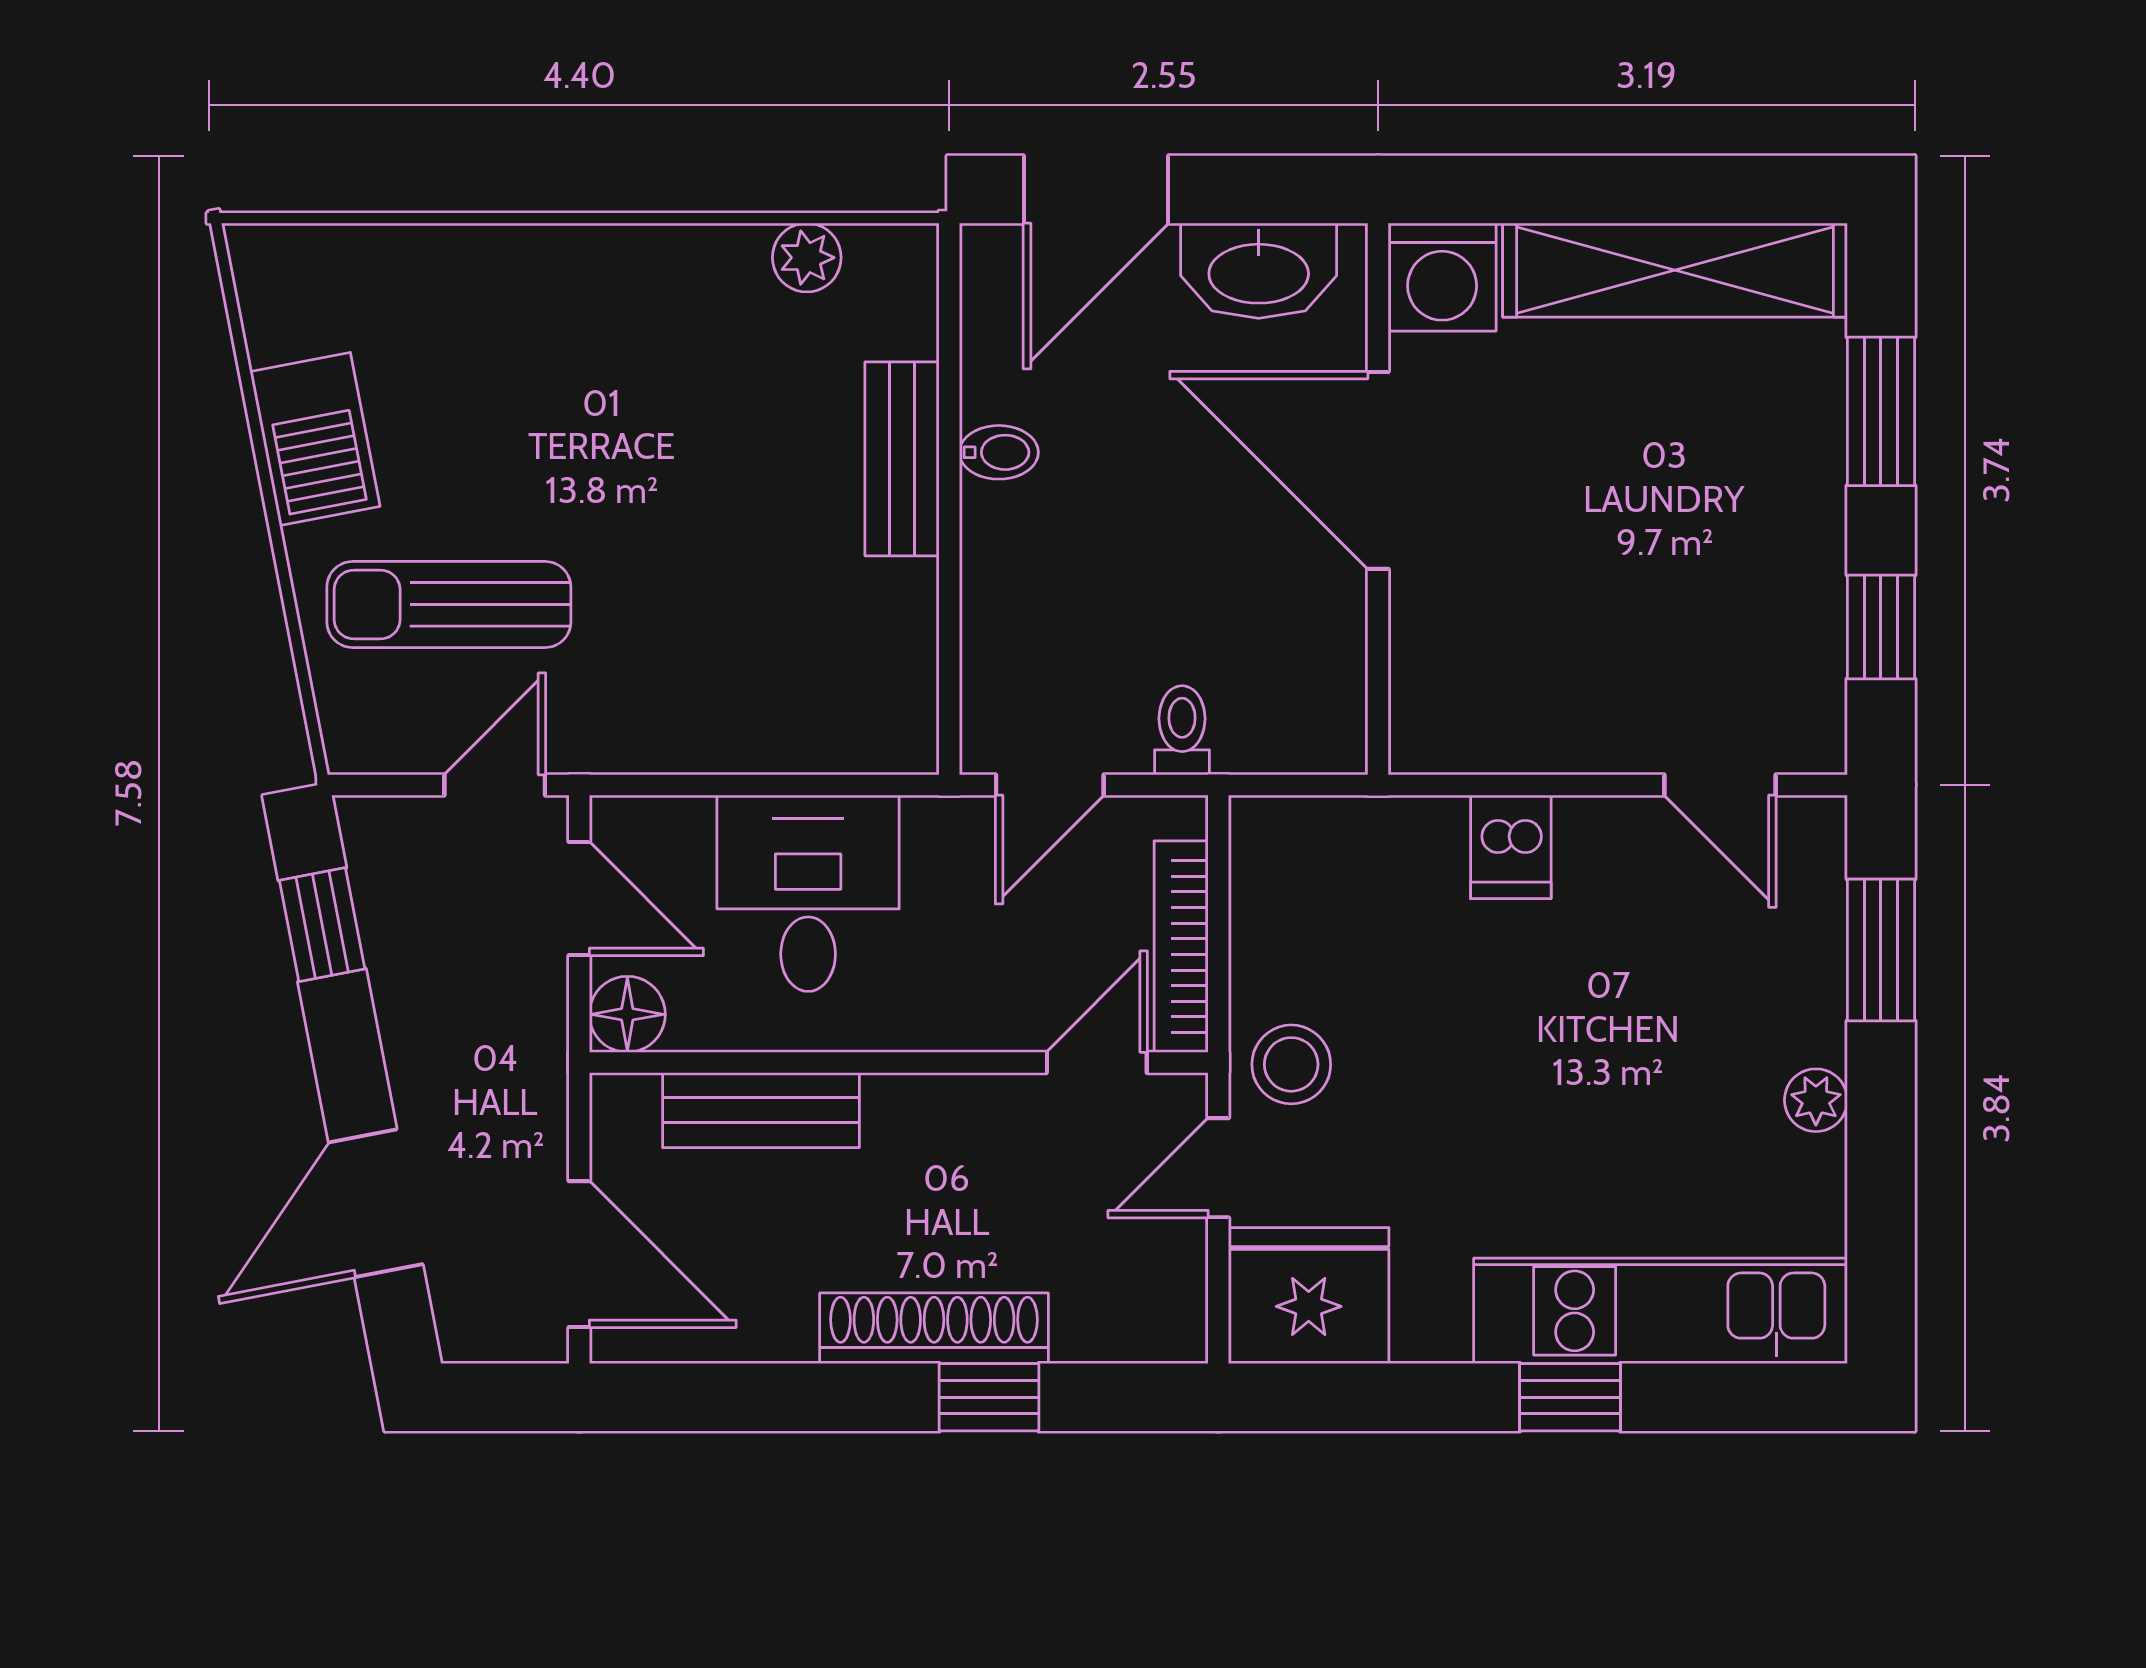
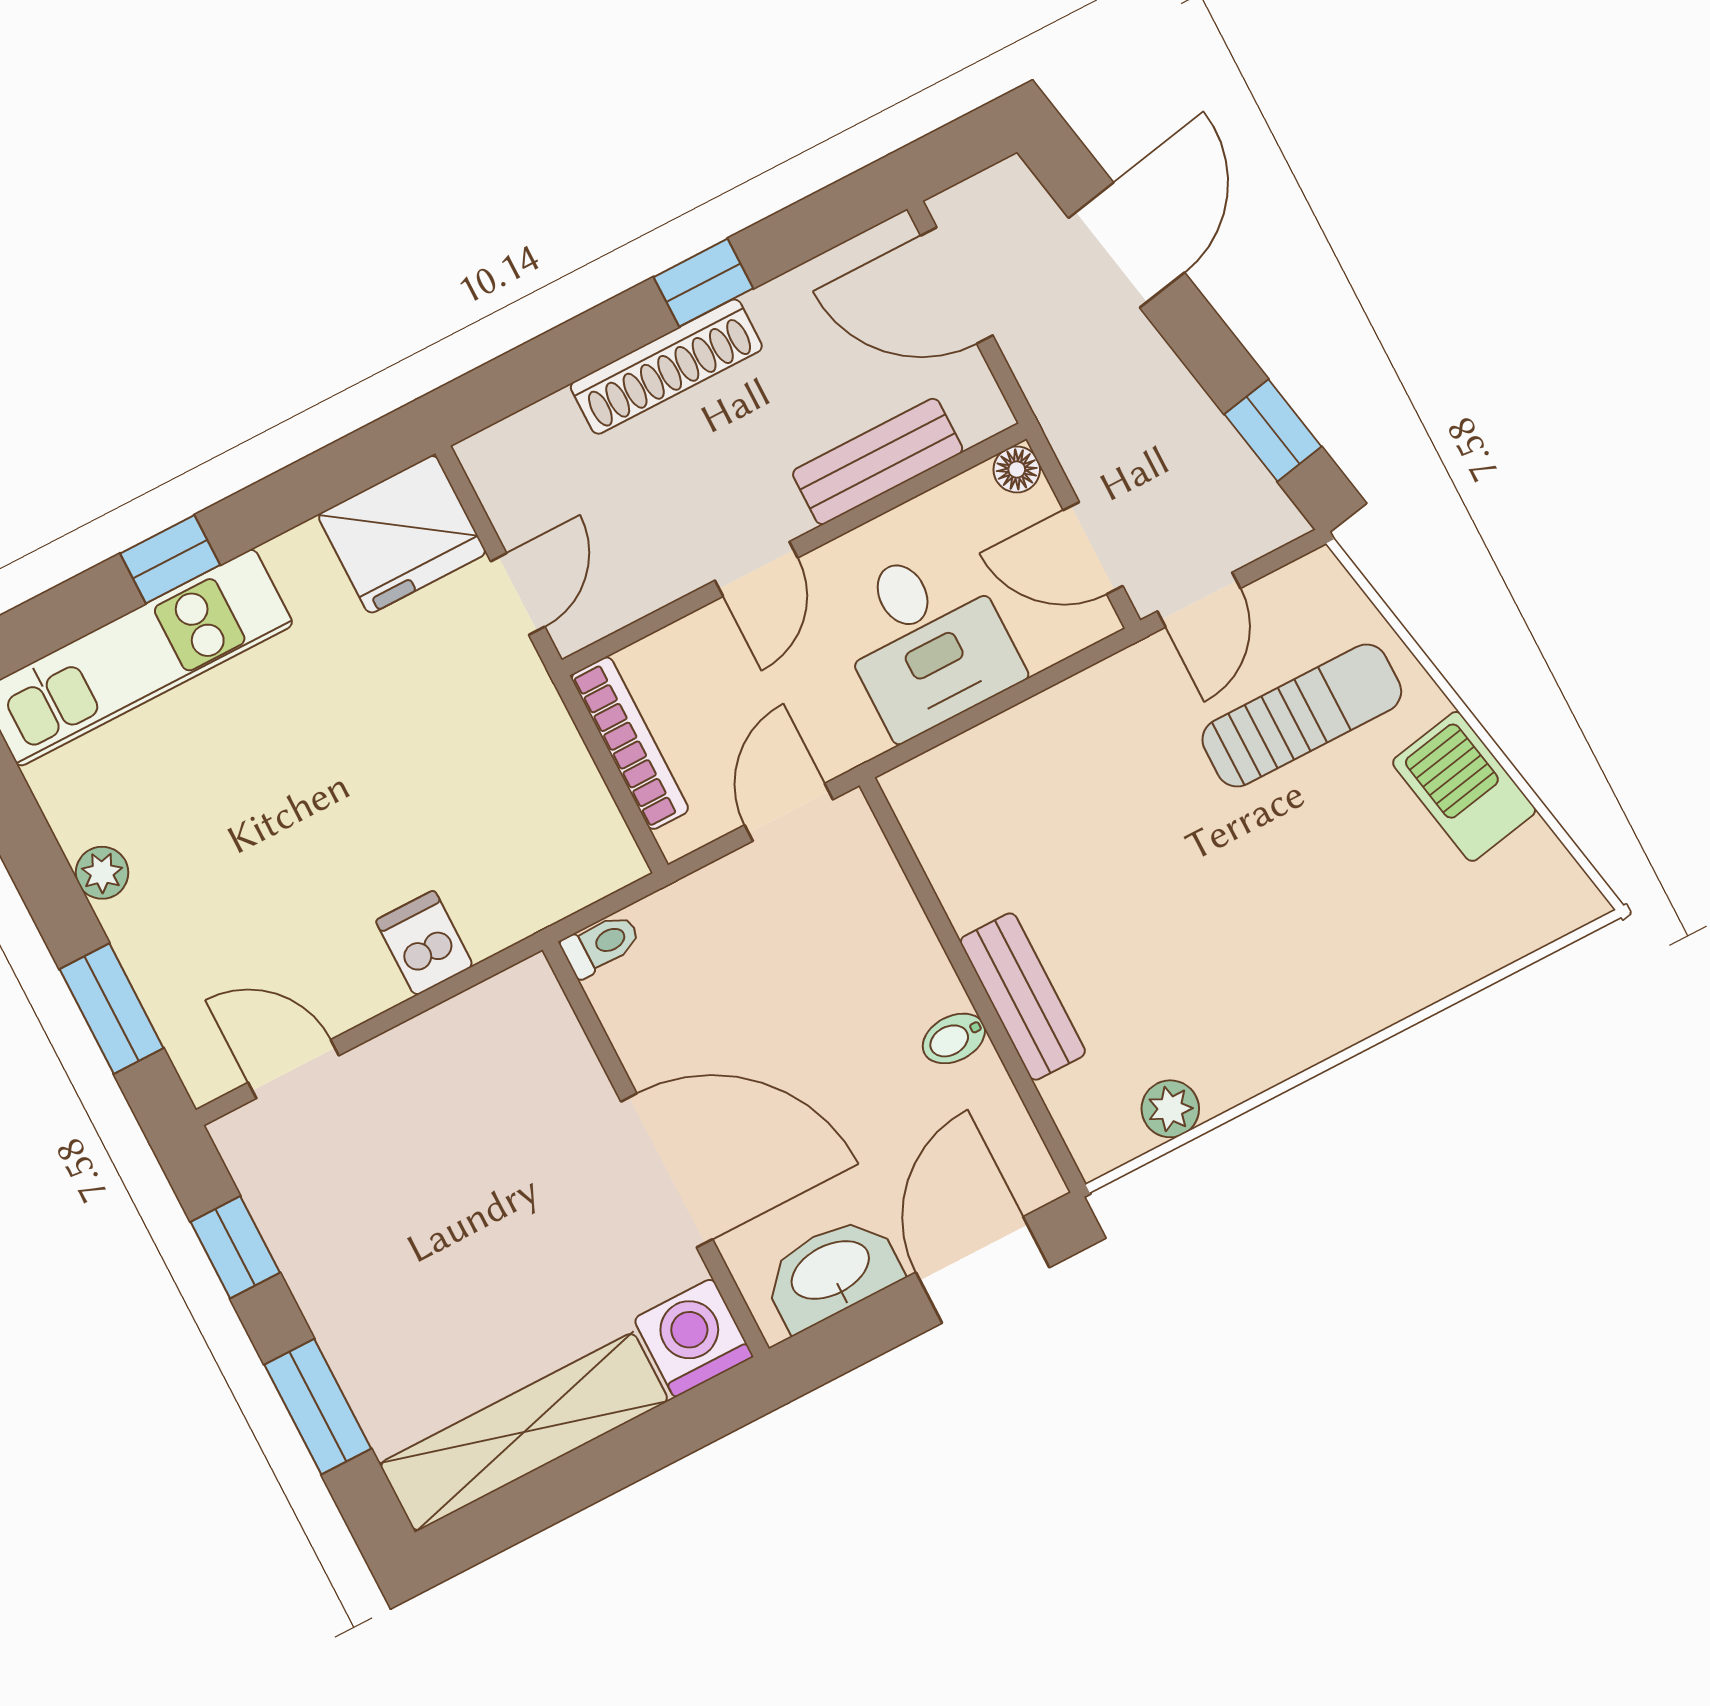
toilet: (1182, 730) -> (601, 945), moved, turned -90
floor lamp: (627, 1014) -> (1017, 469), width x0.73, depth x0.73
door: (1097, 1062) -> (756, 569), moved
stool: (1291, 1064) -> (503, 698), removed
window: (989, 1397) -> (703, 283), moved

